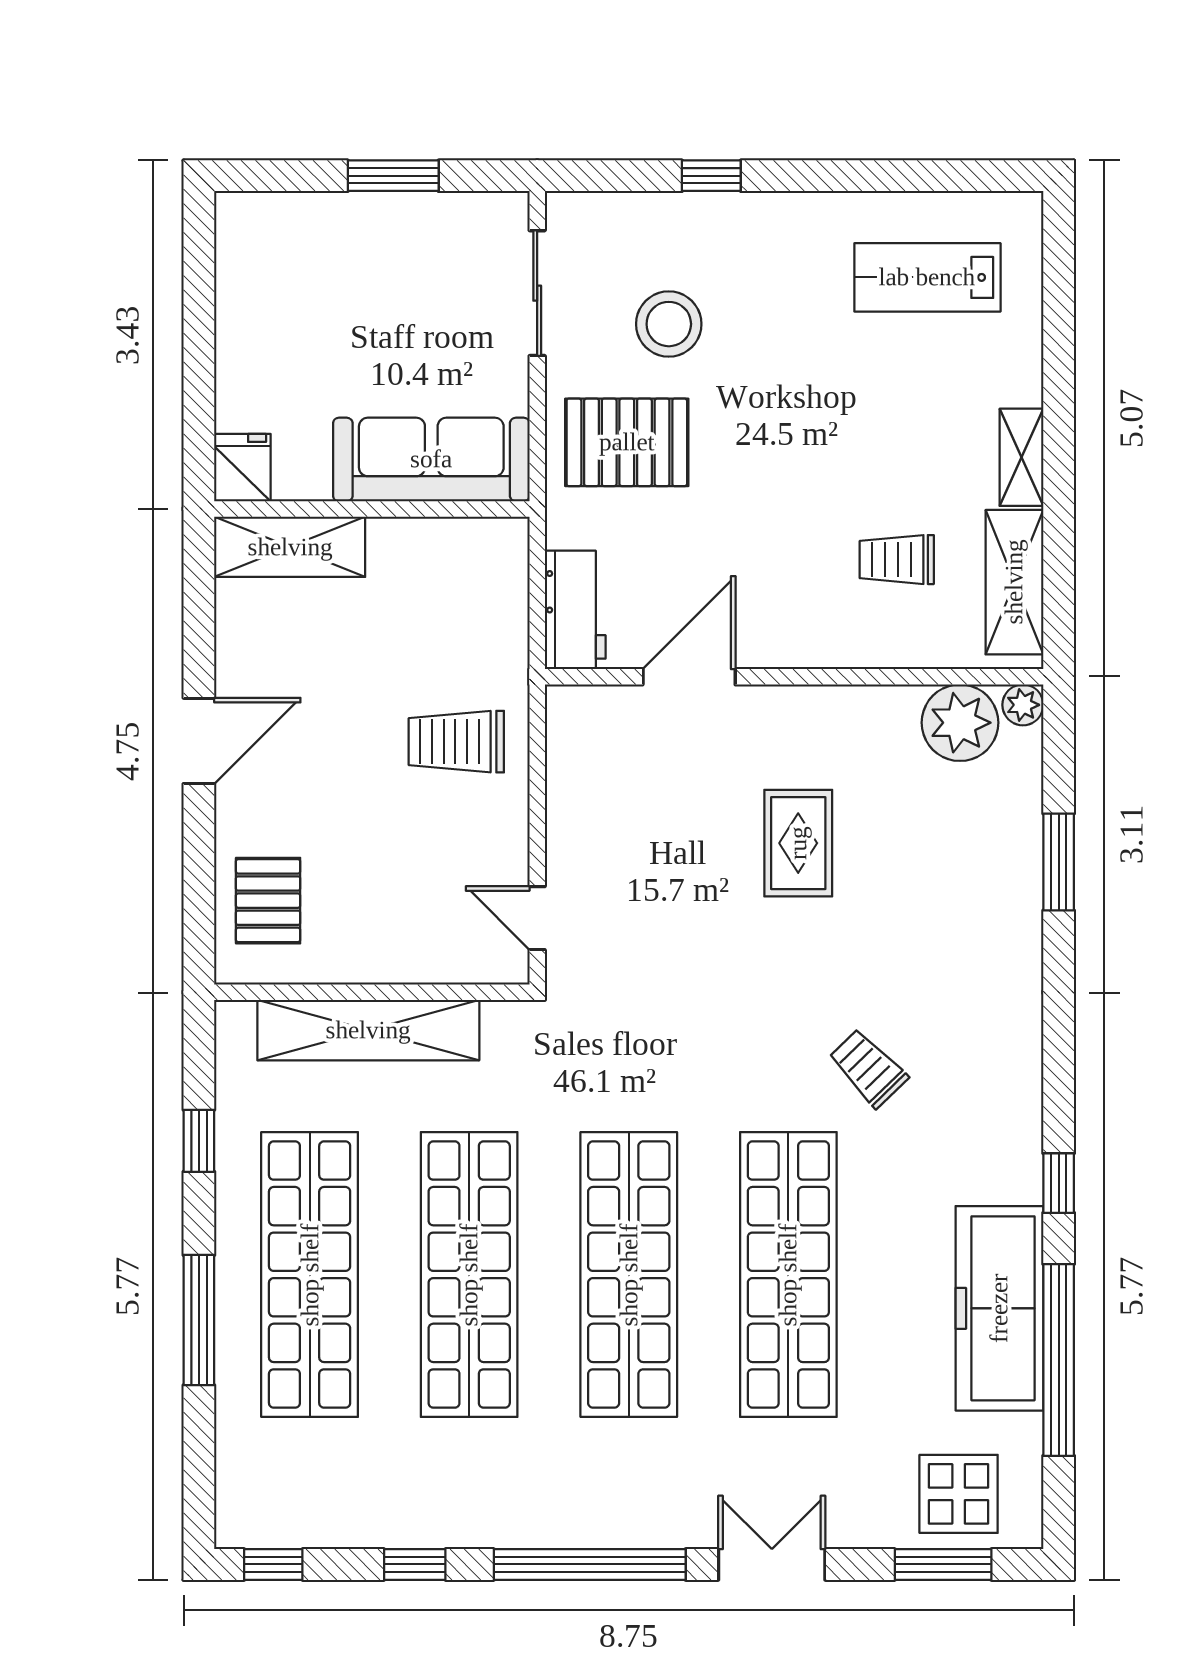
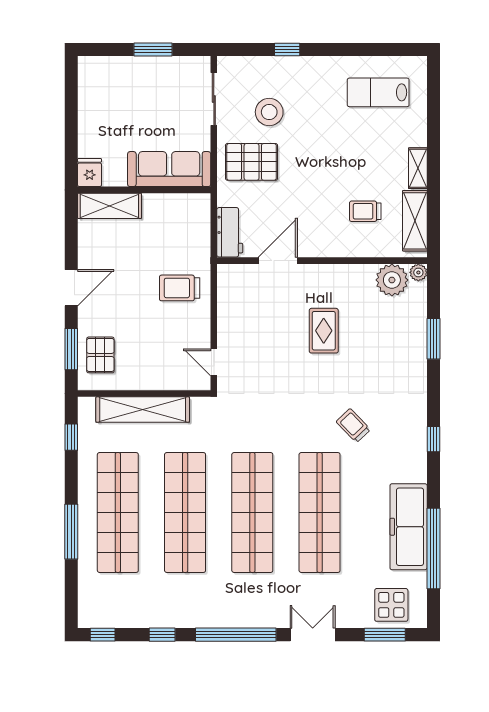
window: (199, 887) -> (71, 349), added
window: (199, 1141) -> (71, 437), moved
window: (1059, 1183) -> (433, 439), moved

